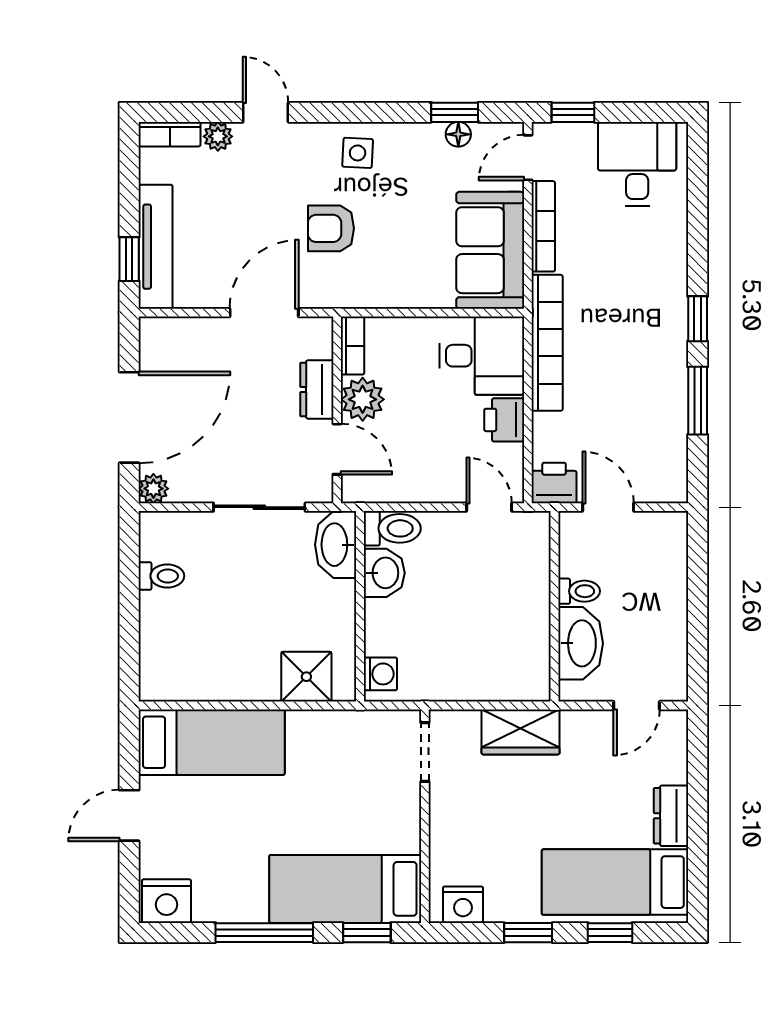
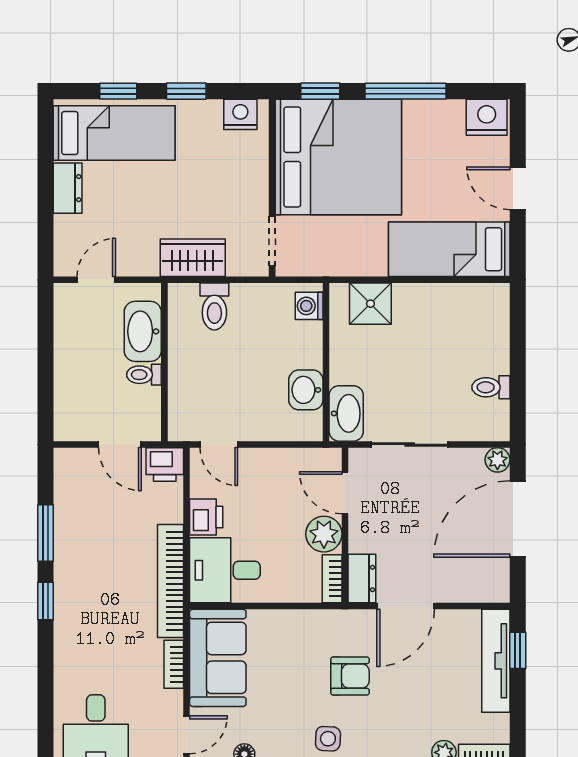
bookcase: (543, 226) -> (174, 664), width x0.64
dresser: (317, 389) -> (362, 579), moved
toilet: (392, 528) -> (214, 306), moved, turned -90
door: (129, 815) -> (518, 188), swing flipped
bed: (345, 889) -> (338, 157), width x2.04

